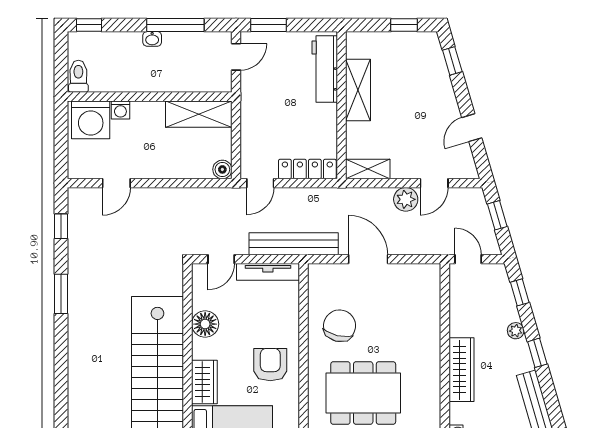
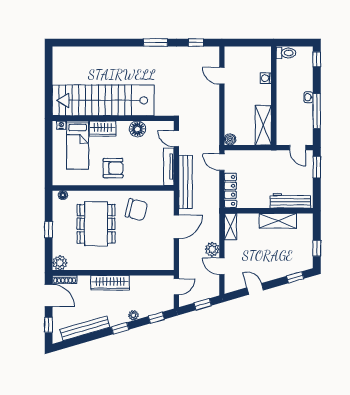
washing machine: (91, 120) -> (260, 60), removed

